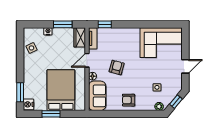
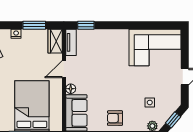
armchair: (117, 67) -> (100, 78), removed

